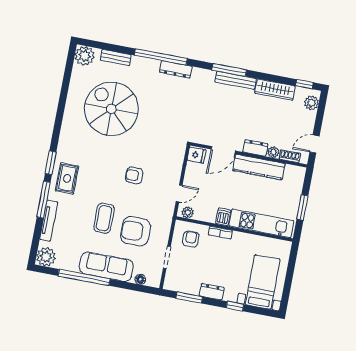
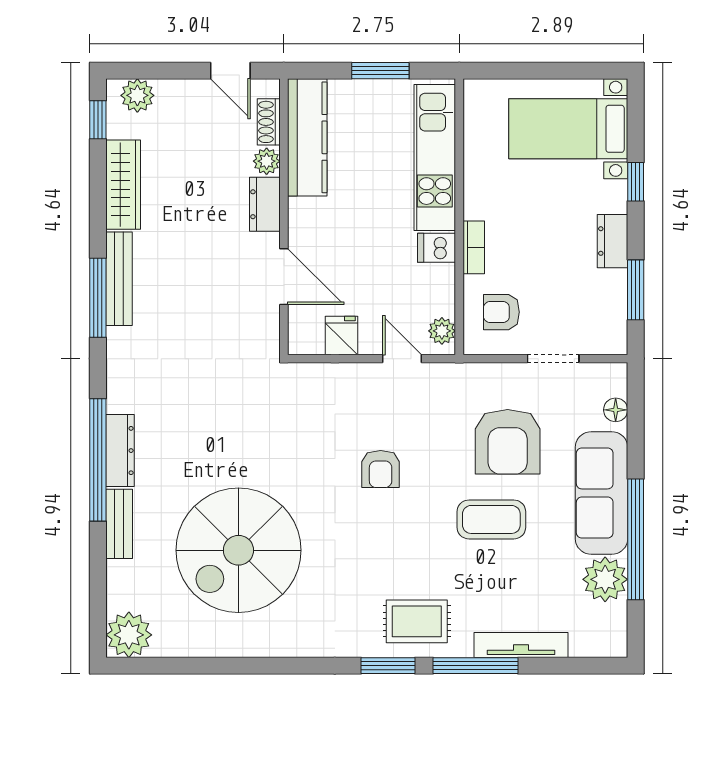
bench: (116, 58) -> (119, 524), moved
dresser: (176, 69) -> (120, 451), moved
fridge: (197, 155) -> (342, 335), moved
kitchen counter: (259, 167) -> (307, 137), moved
plant: (46, 257) -> (605, 579), moved

